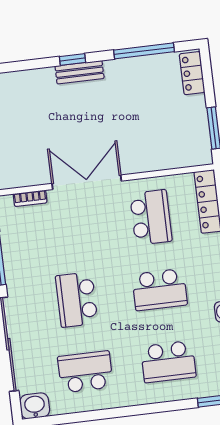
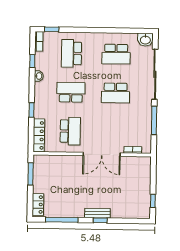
school desk: (151, 217) -> (70, 131), turned 180
school desk: (77, 300) -> (115, 93), turned 90
school desk: (168, 362) -> (71, 53), turned -90

